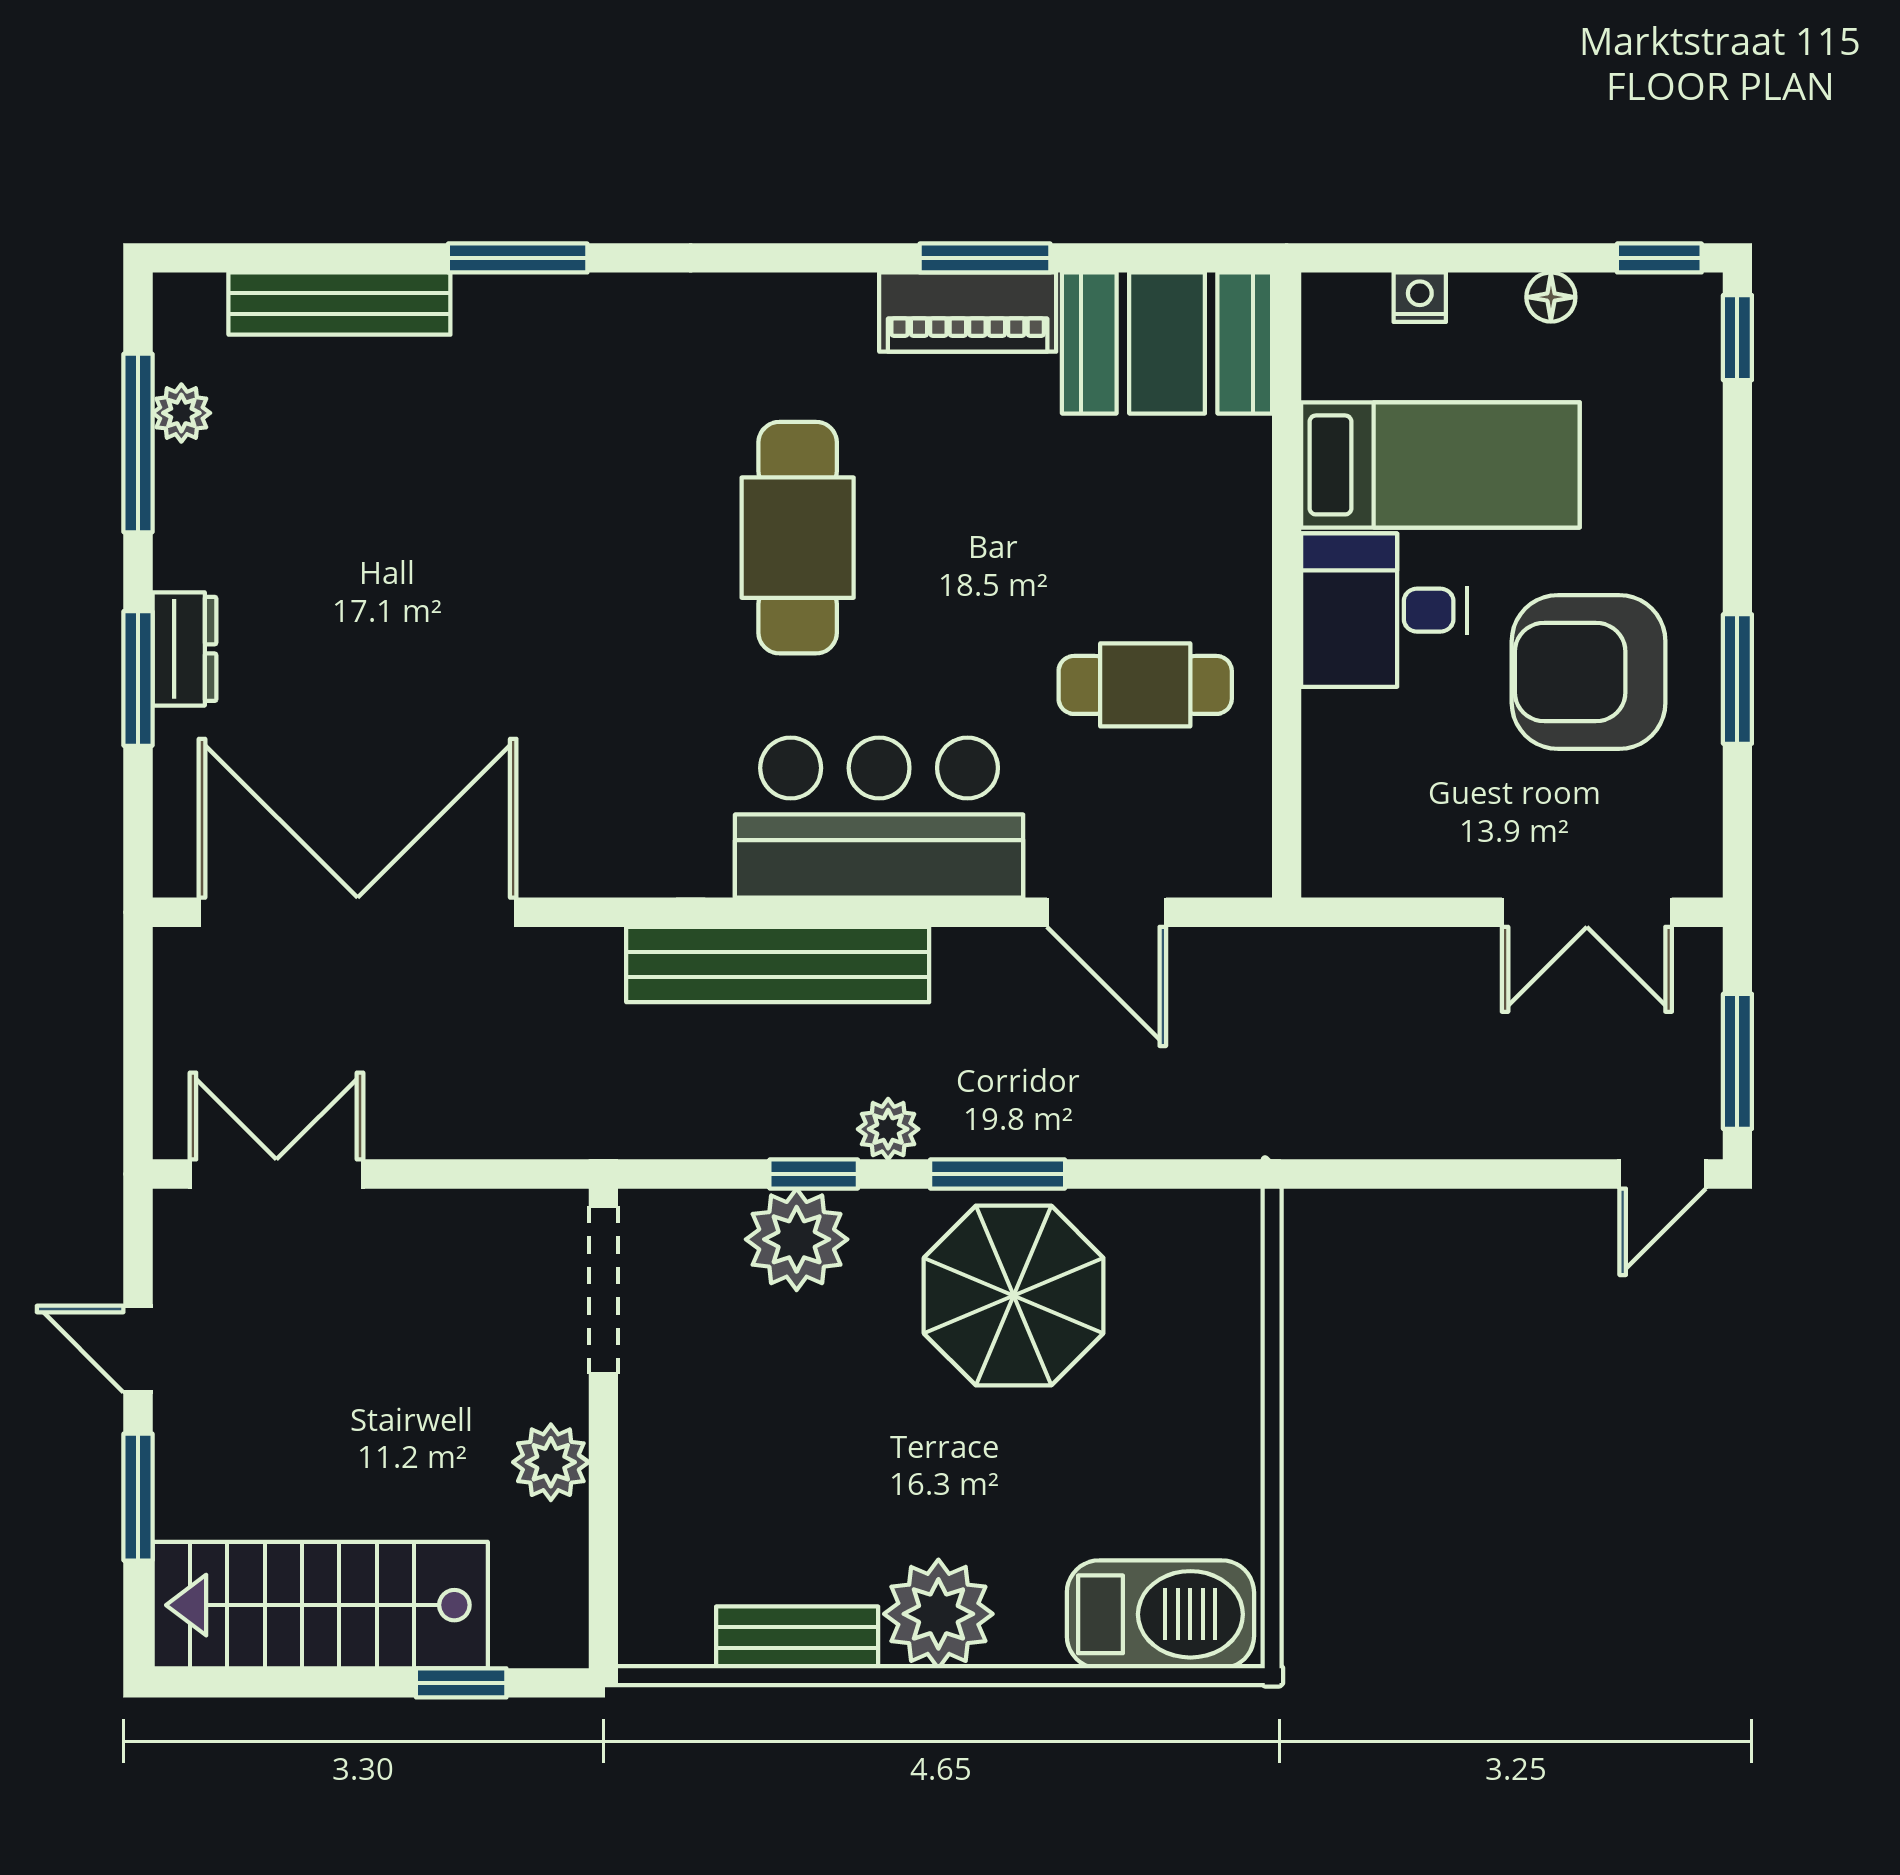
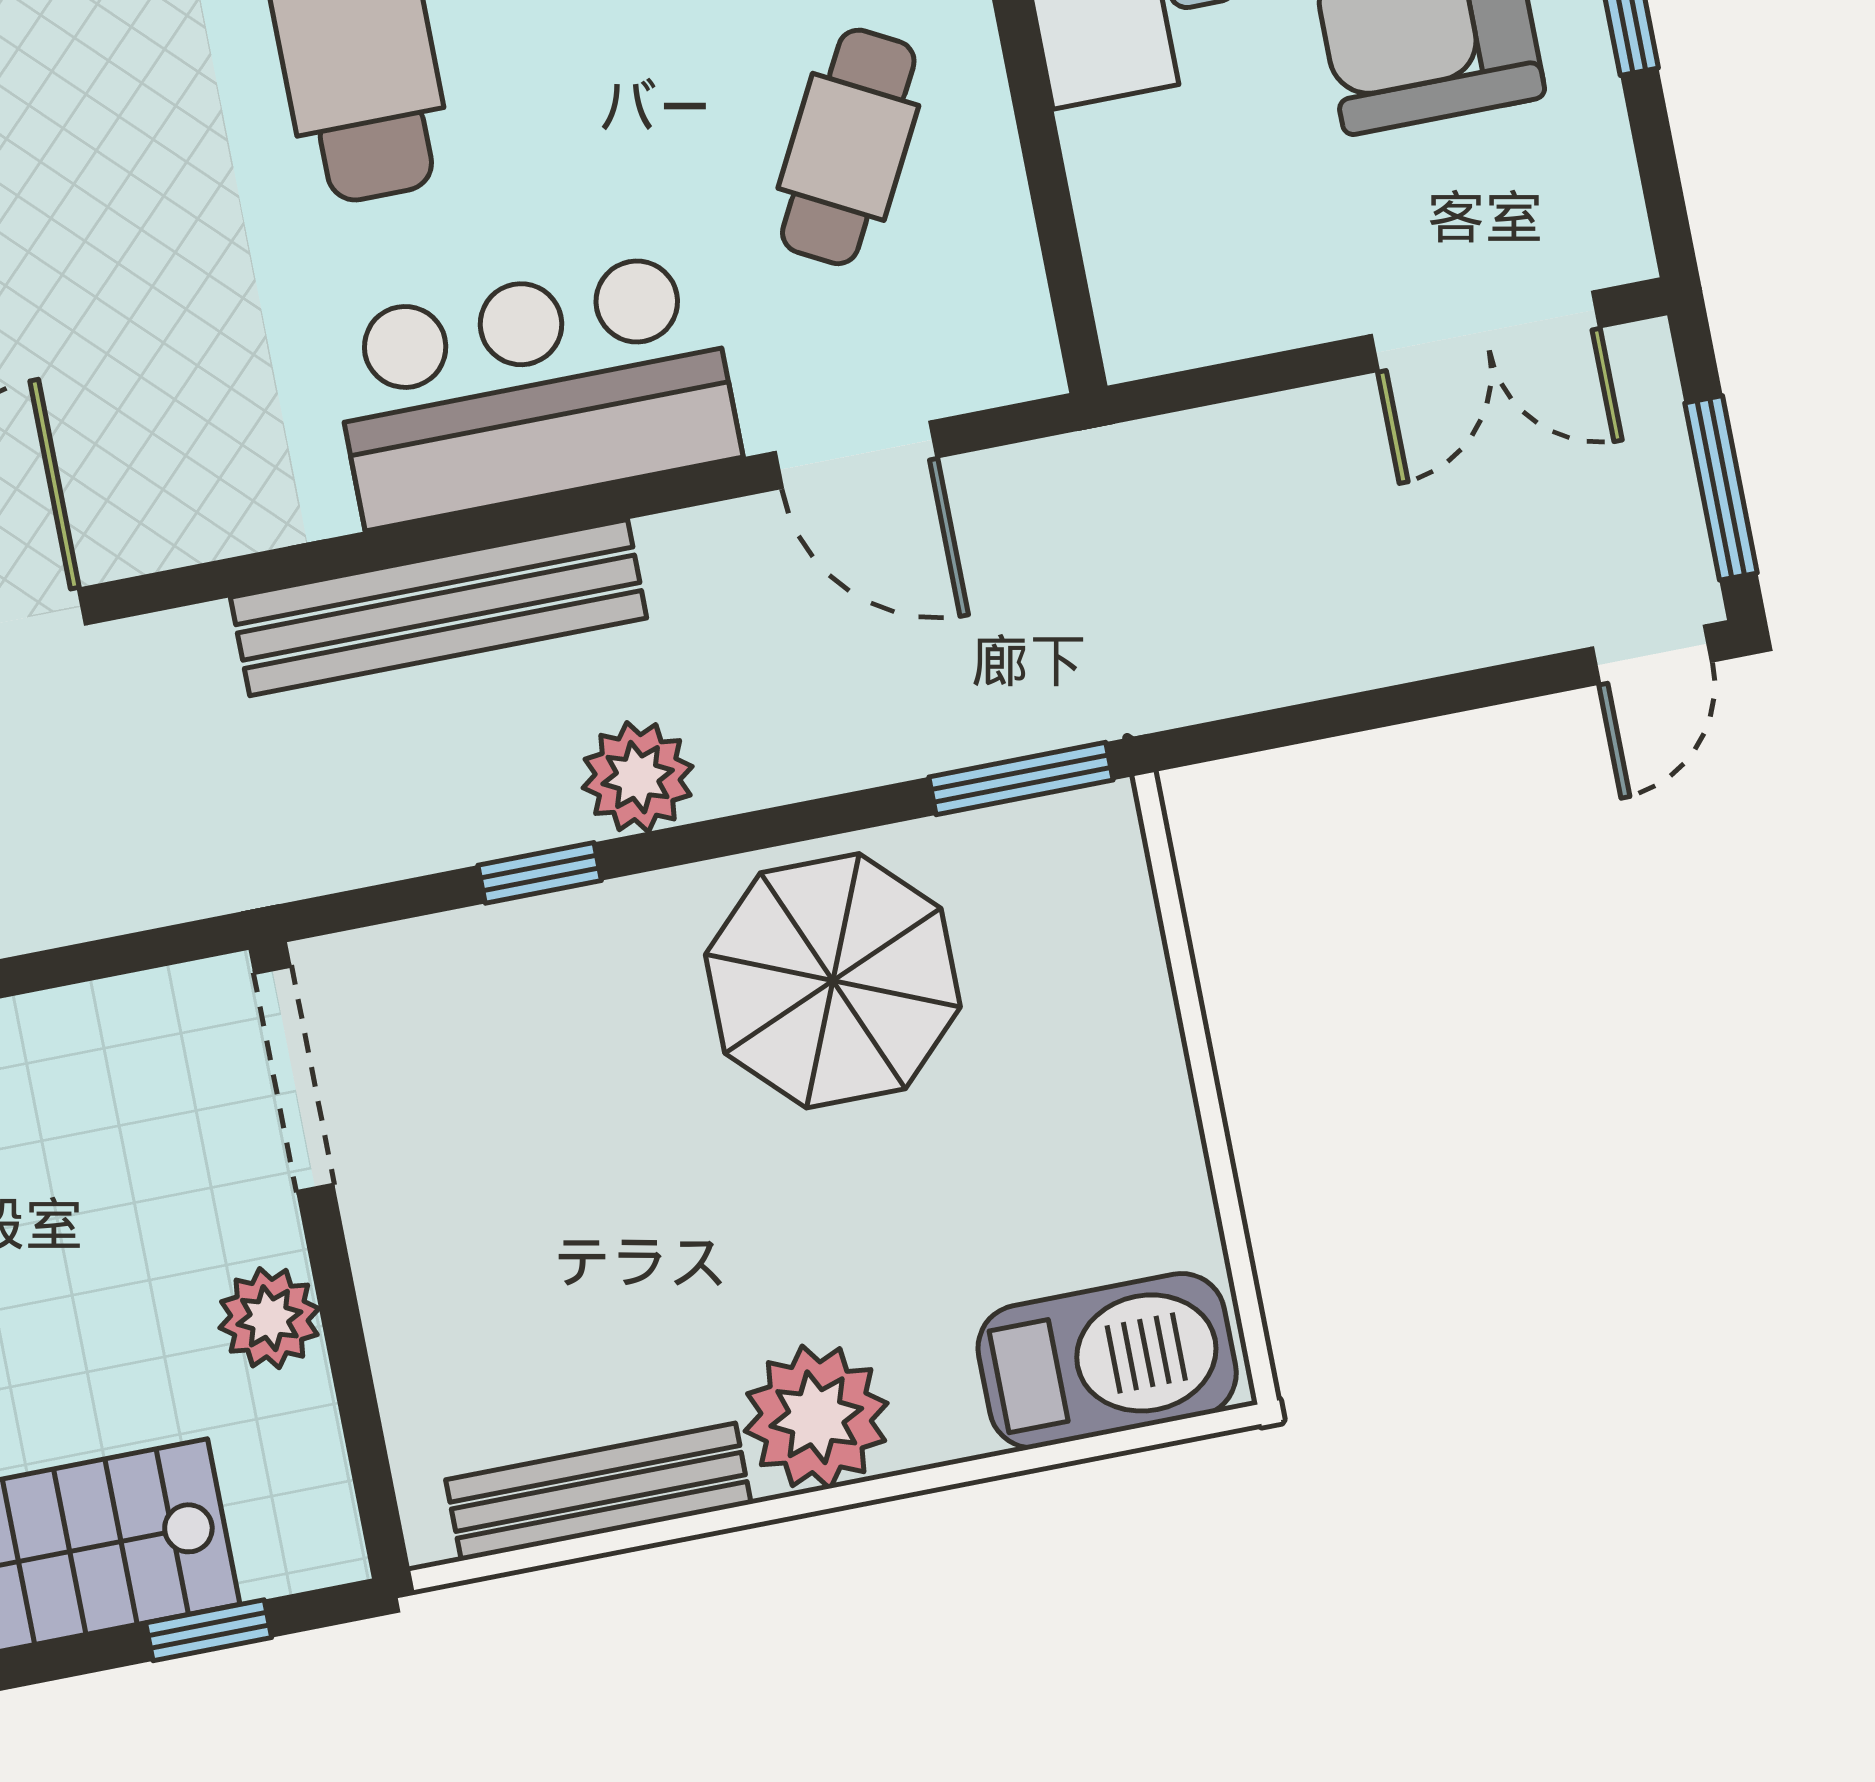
cafe table: (1145, 685) -> (848, 147), turned -62
plant: (888, 1129) -> (638, 777), width x1.38, depth x1.38
window: (998, 1174) -> (1021, 778), moved
plant: (797, 1239) -> (534, 963), removed
bench: (797, 1637) -> (598, 1492), width x1.36

